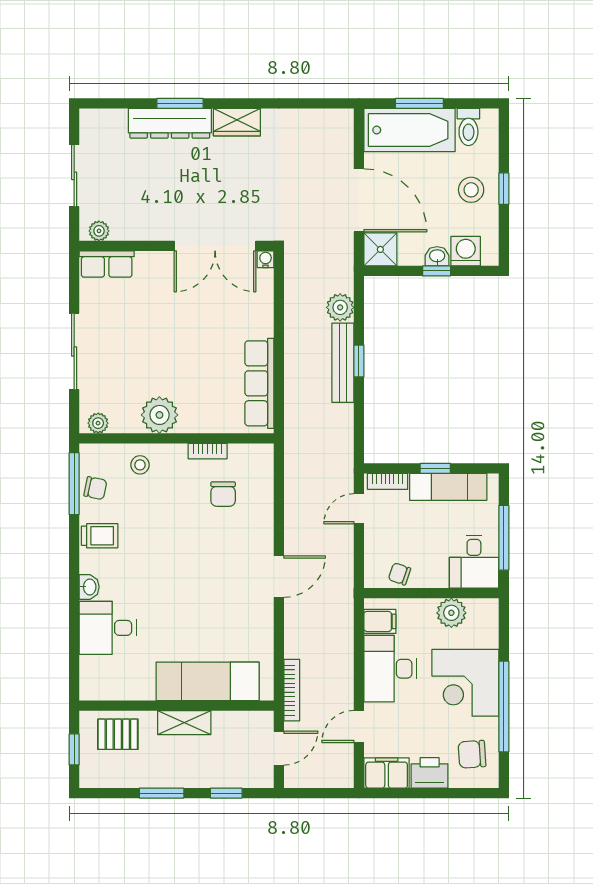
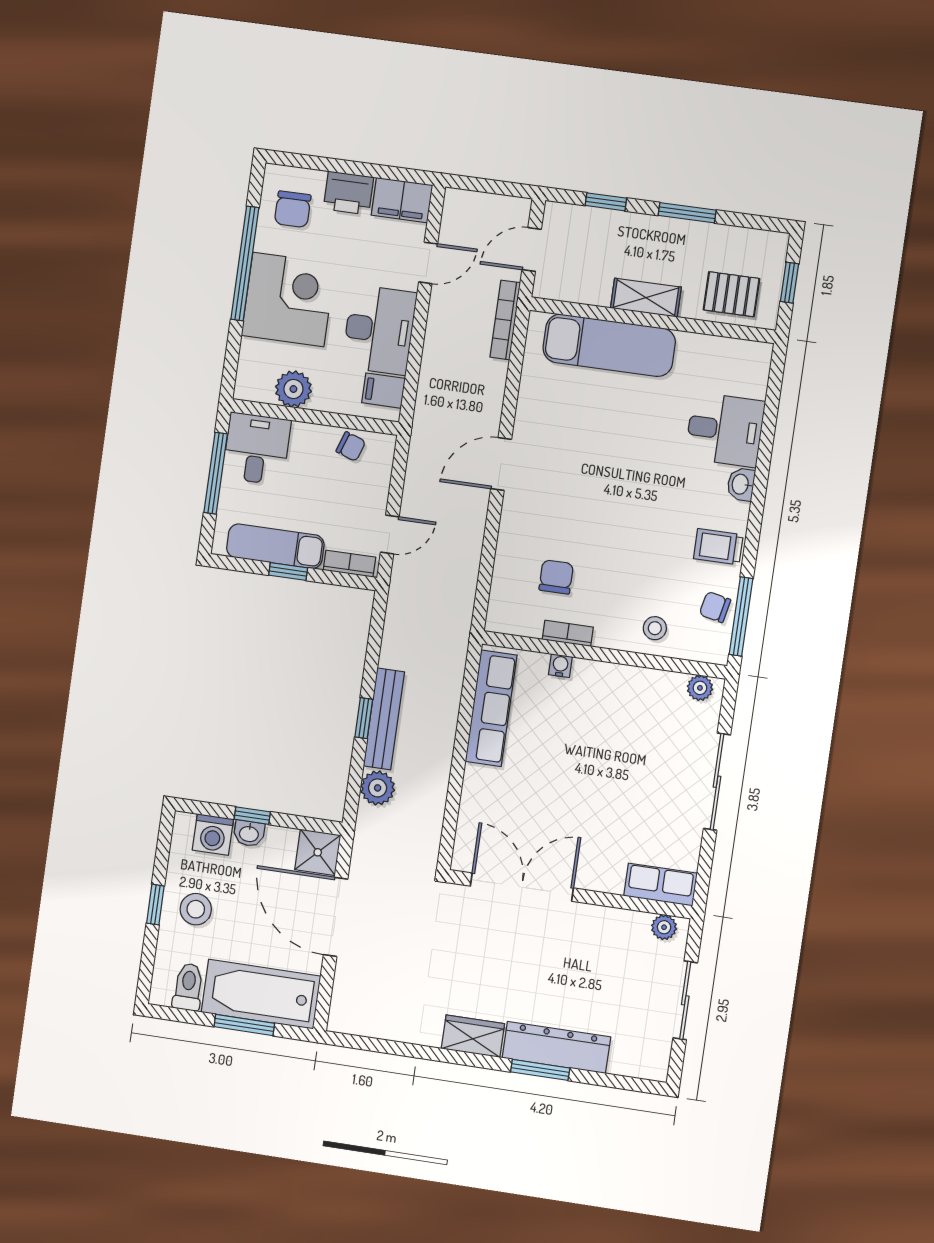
water cooler: (266, 259) -> (560, 666), moved, turned 180
plant: (159, 415) -> (621, 687), removed
chair: (472, 754) -> (293, 209), turned 94

